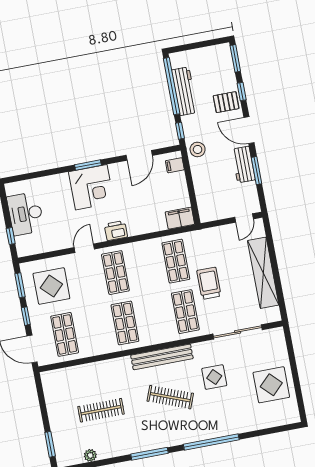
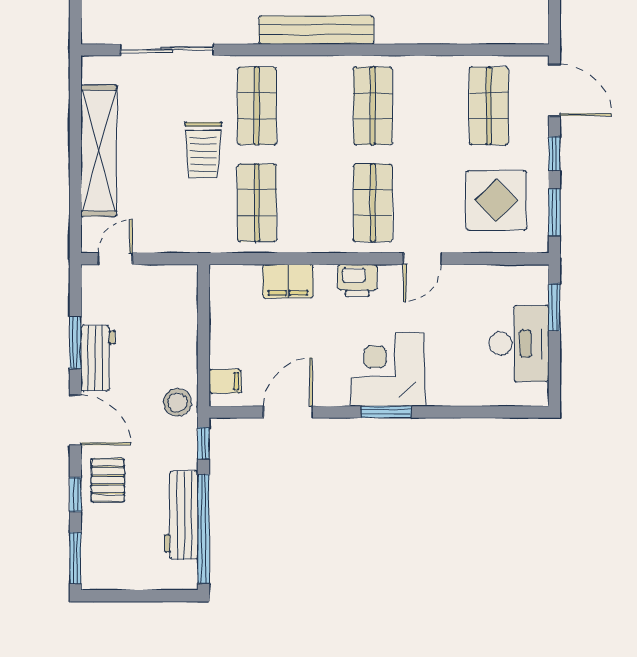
pallet: (226, 102) -> (108, 480), turned 90
filing cabinet: (180, 218) -> (288, 281), moved
window: (11, 236) -> (554, 307), width x1.50

